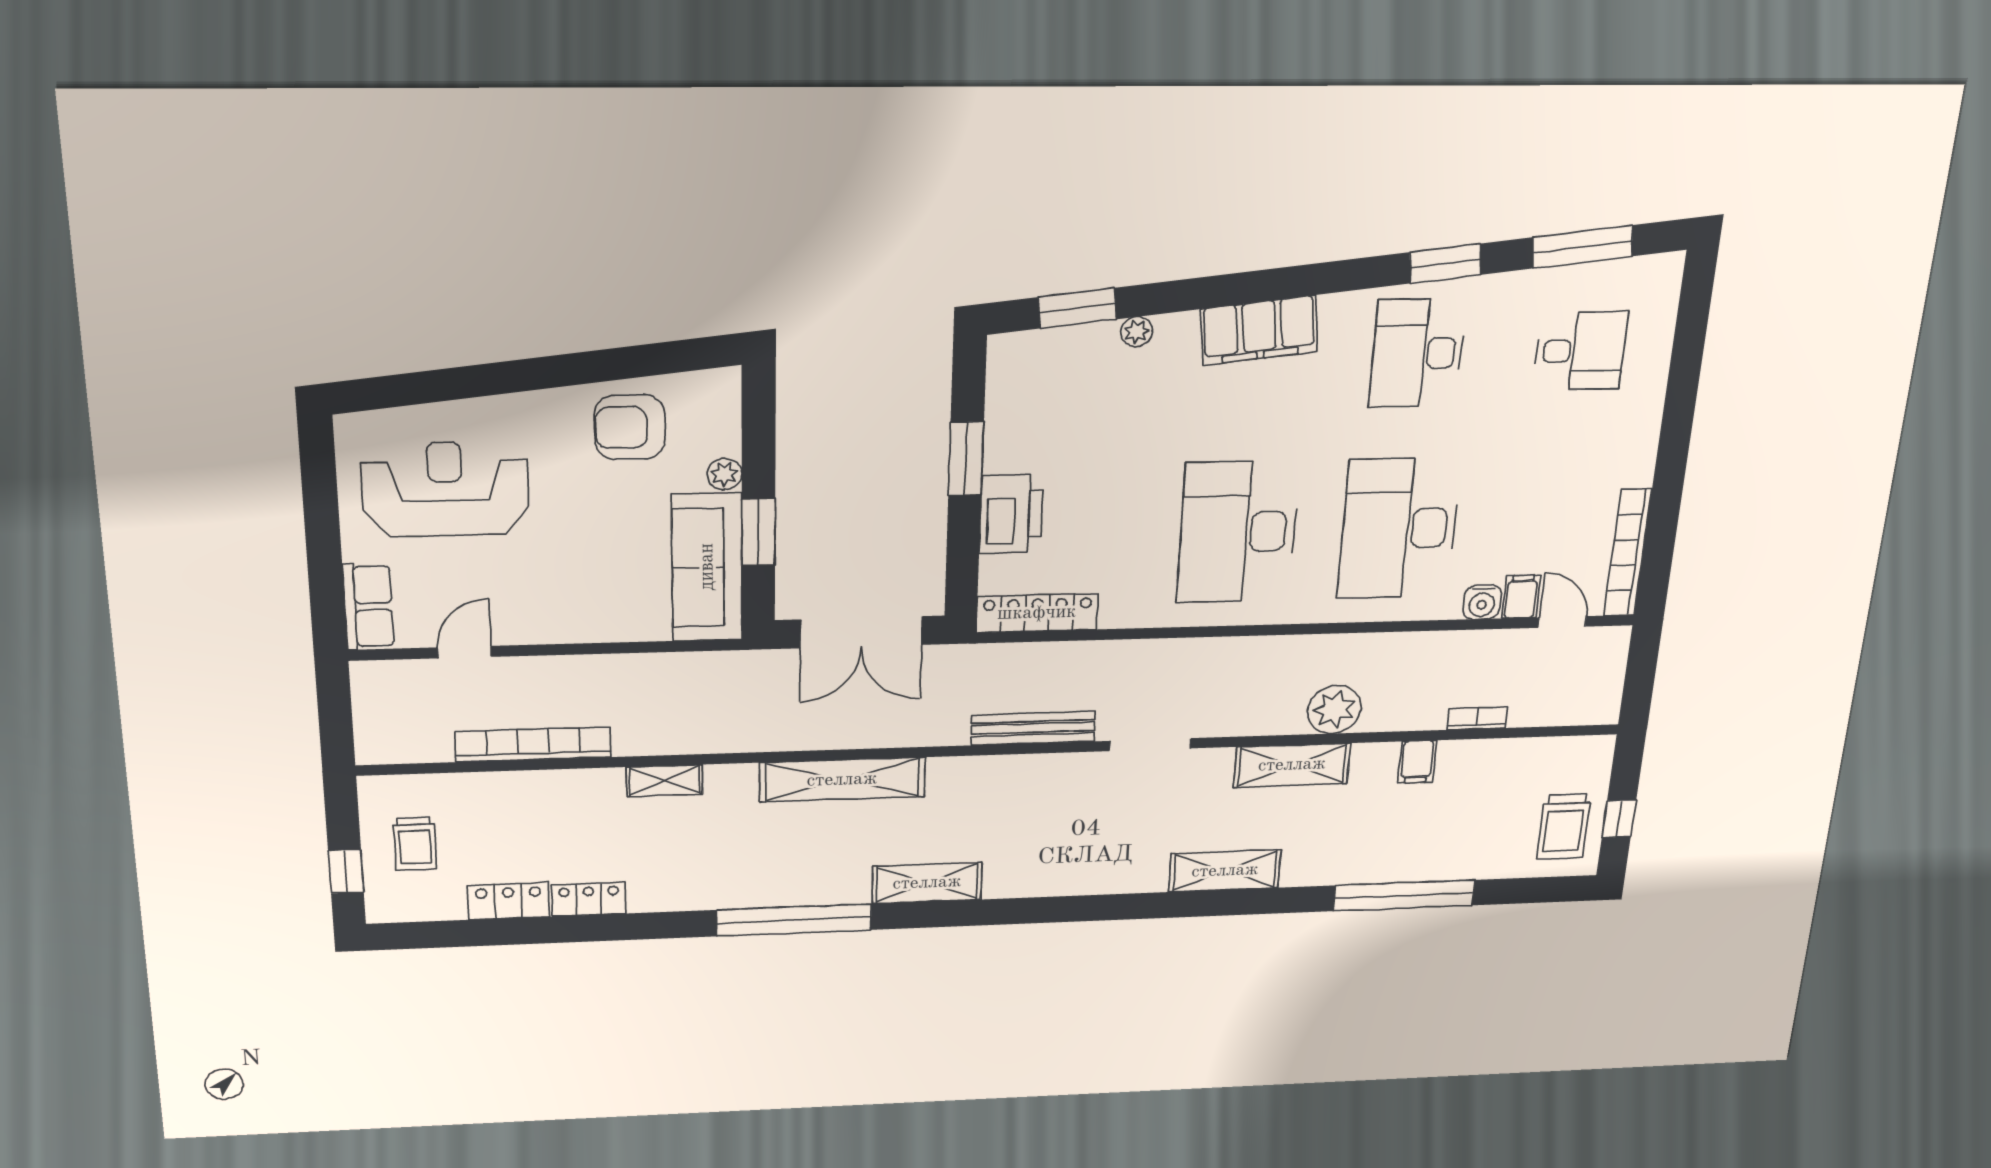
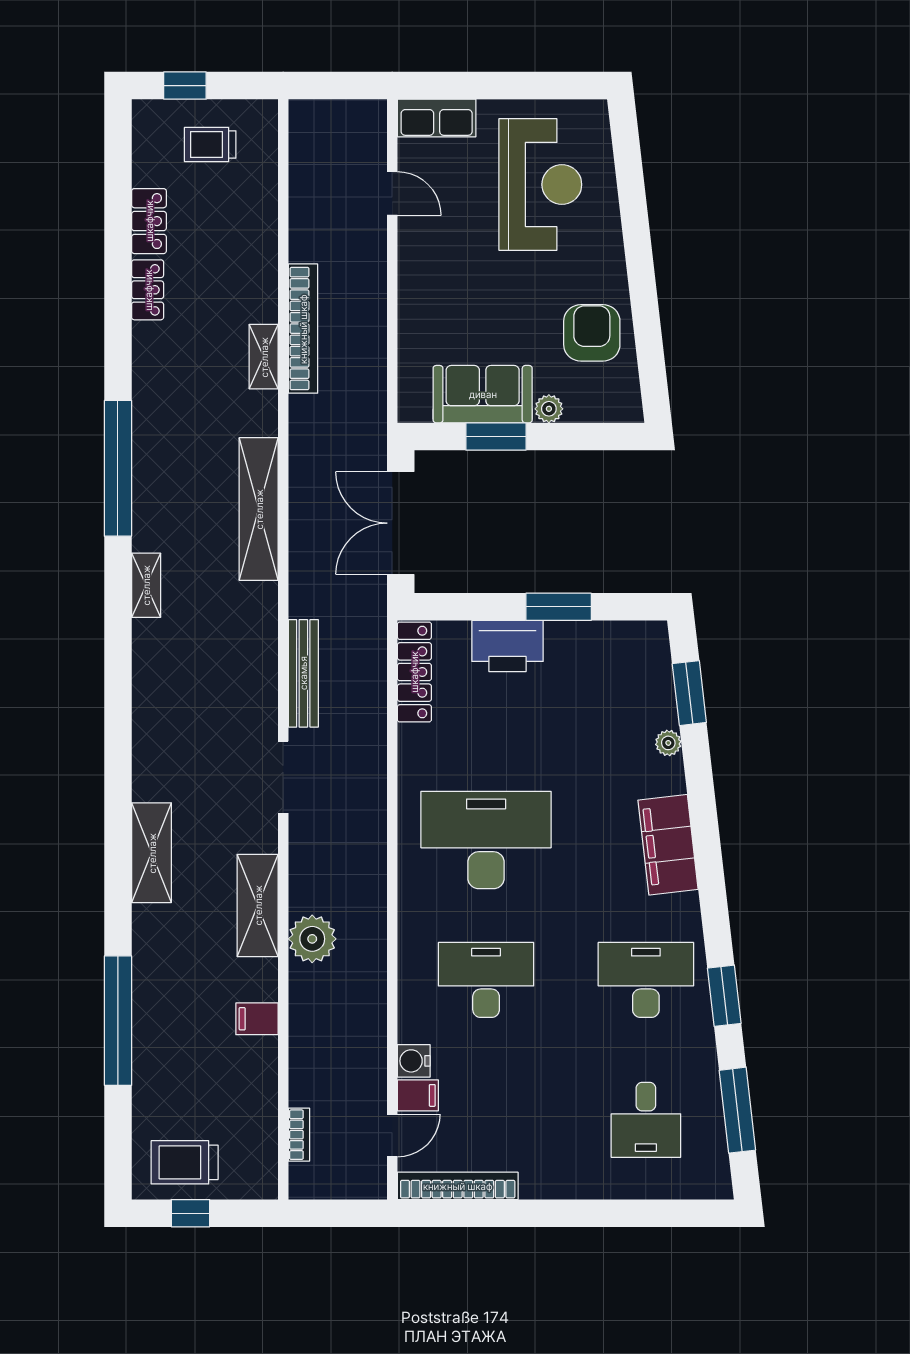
desk: (1399, 528) -> (486, 980), width x0.73, depth x0.77
sofa: (707, 567) -> (483, 394), width x0.73
bookcase: (1477, 718) -> (299, 1135), moved
bookcase: (533, 744) -> (303, 329), moved
shelving: (927, 883) -> (146, 585), width x0.67, depth x0.75

